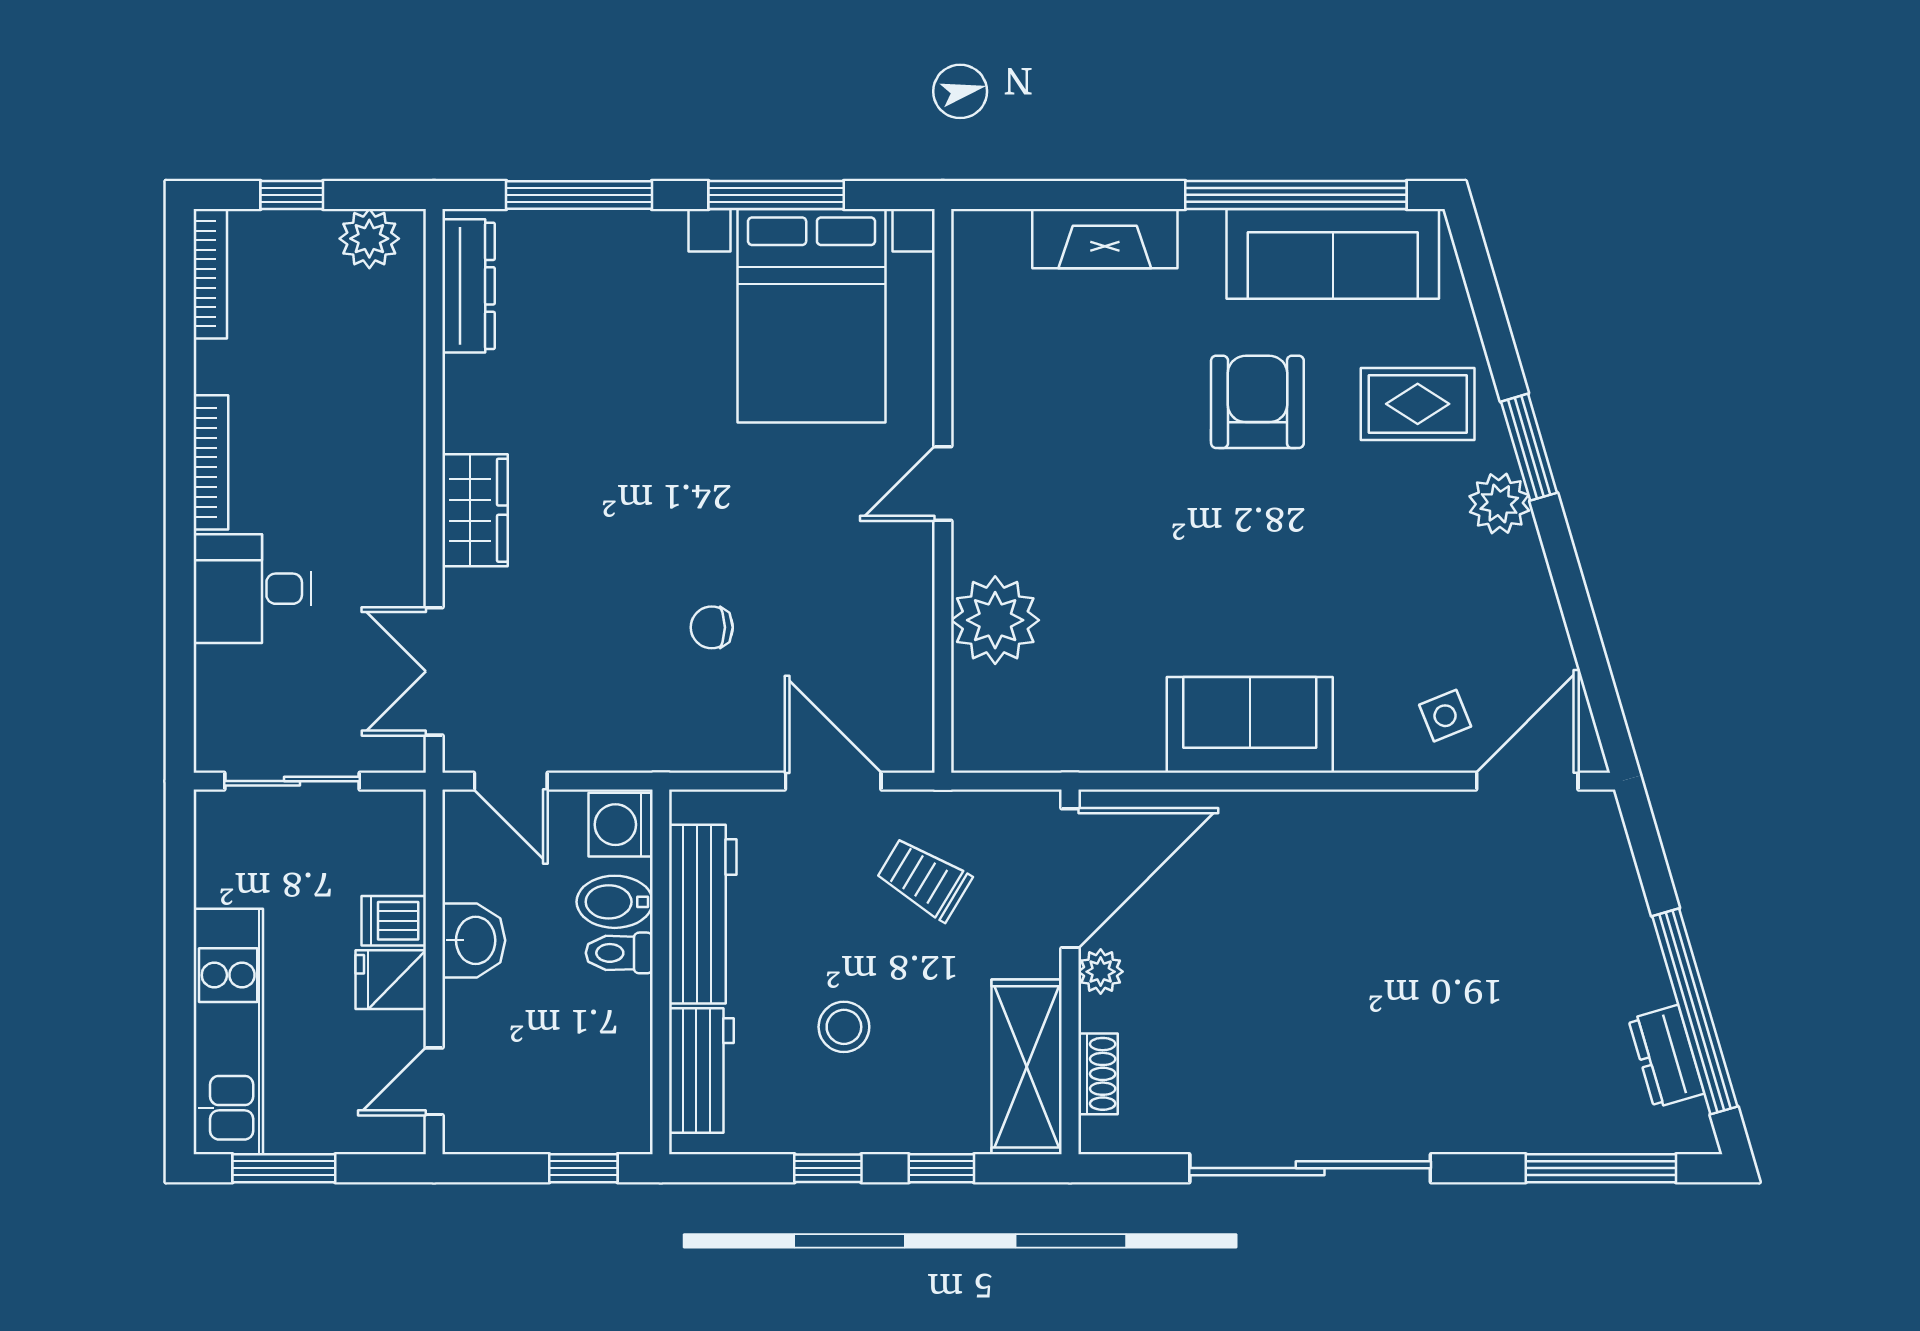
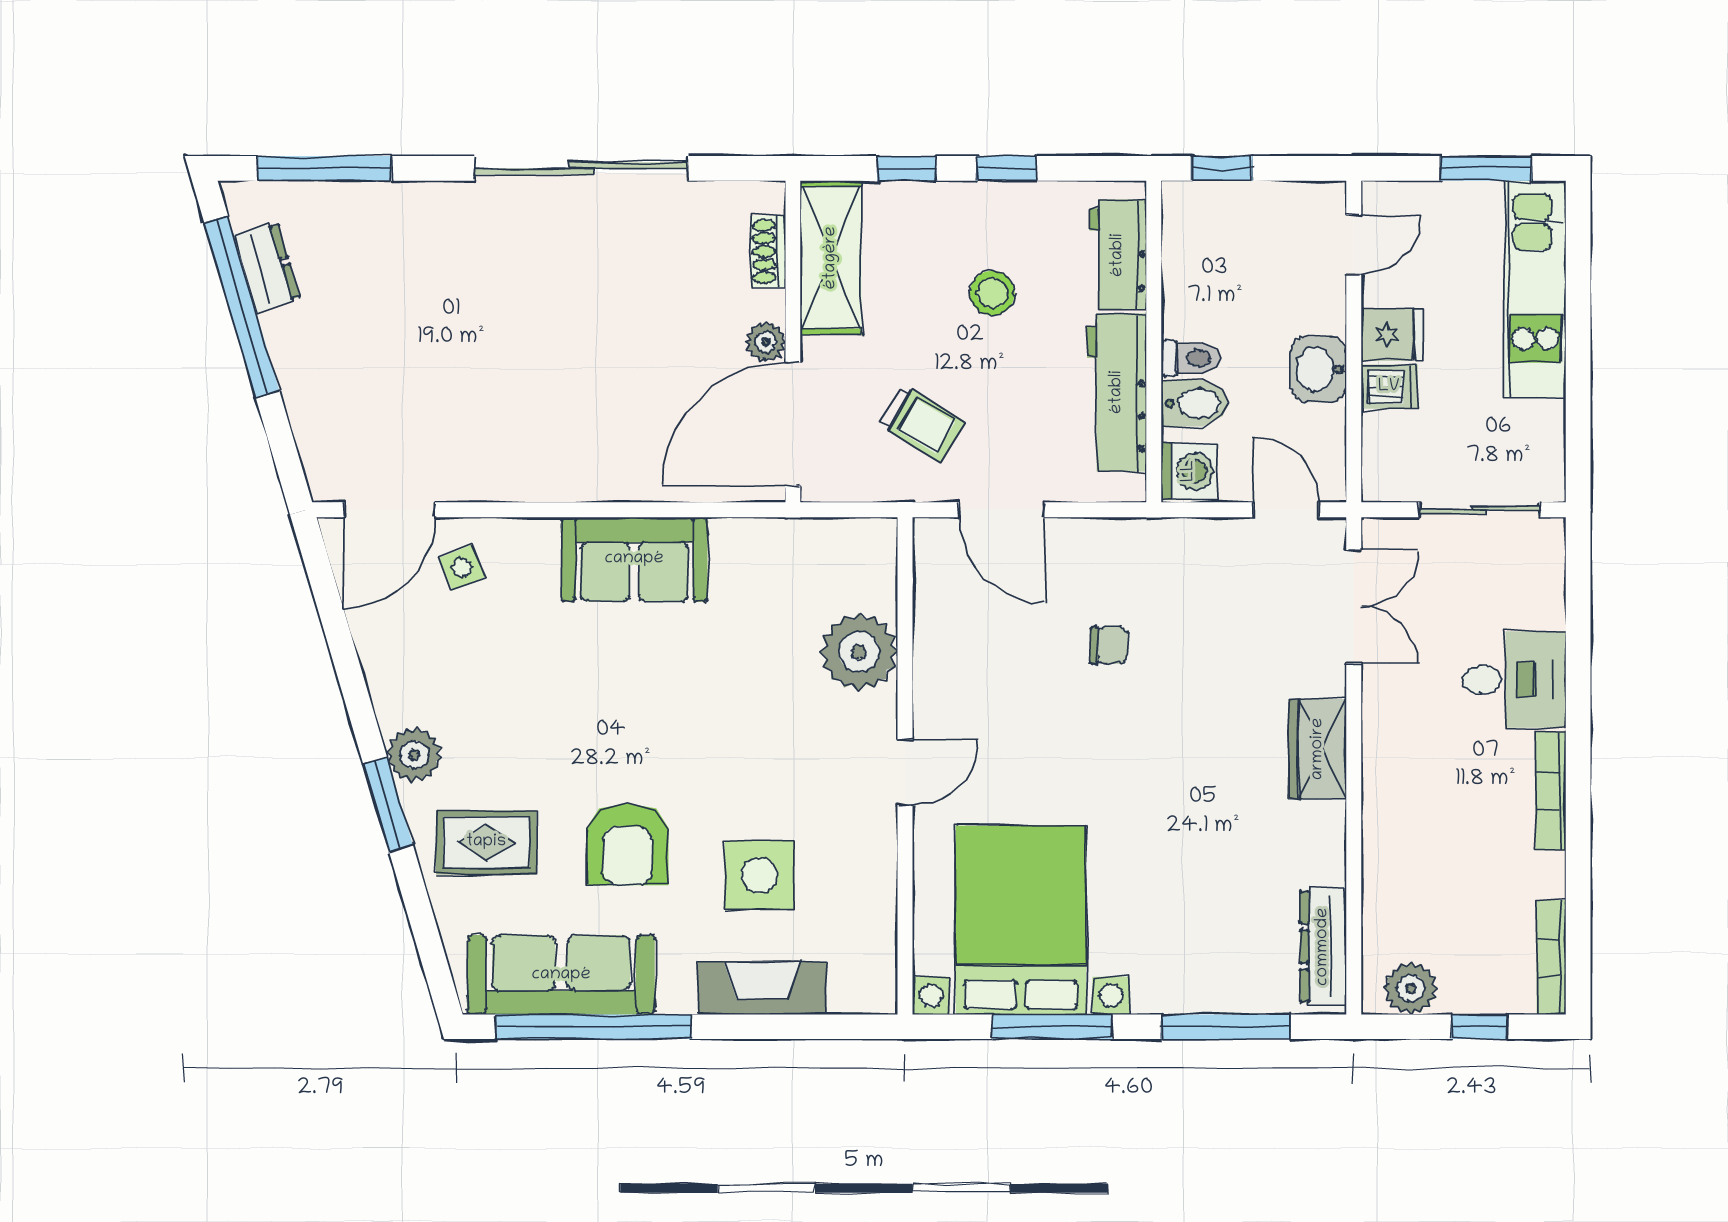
side table: (1108, 367) -> (759, 875), added

